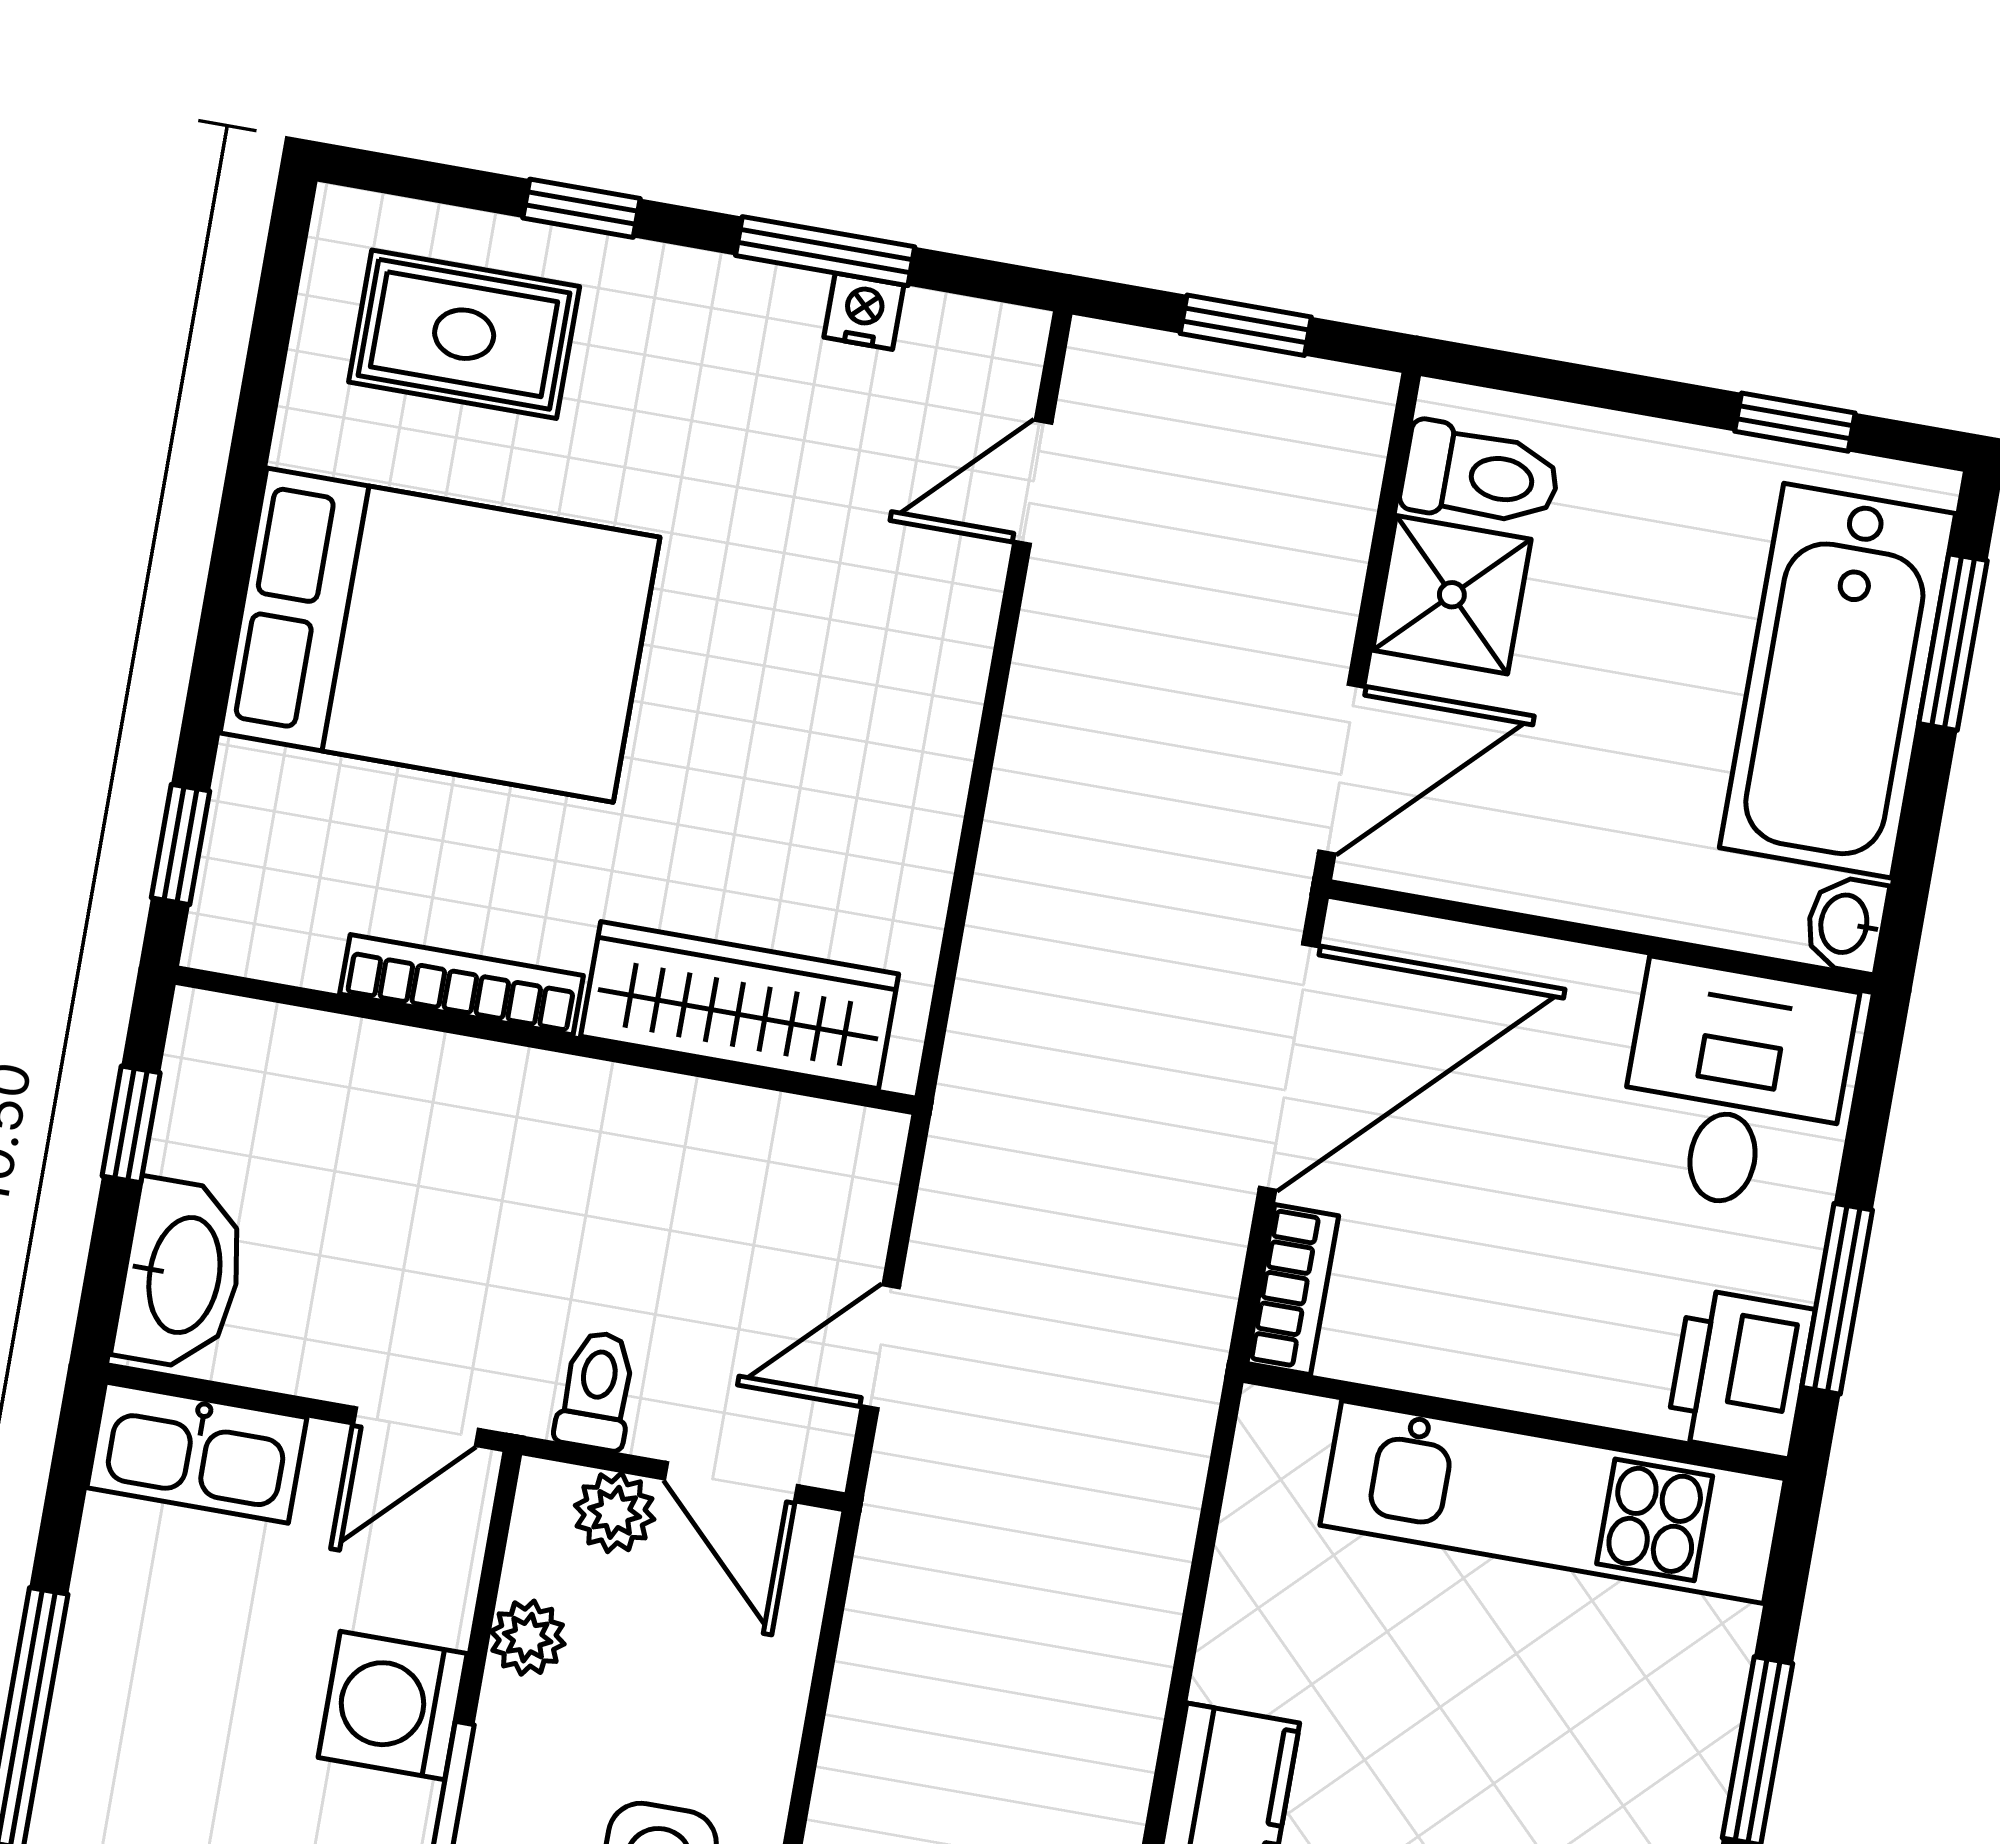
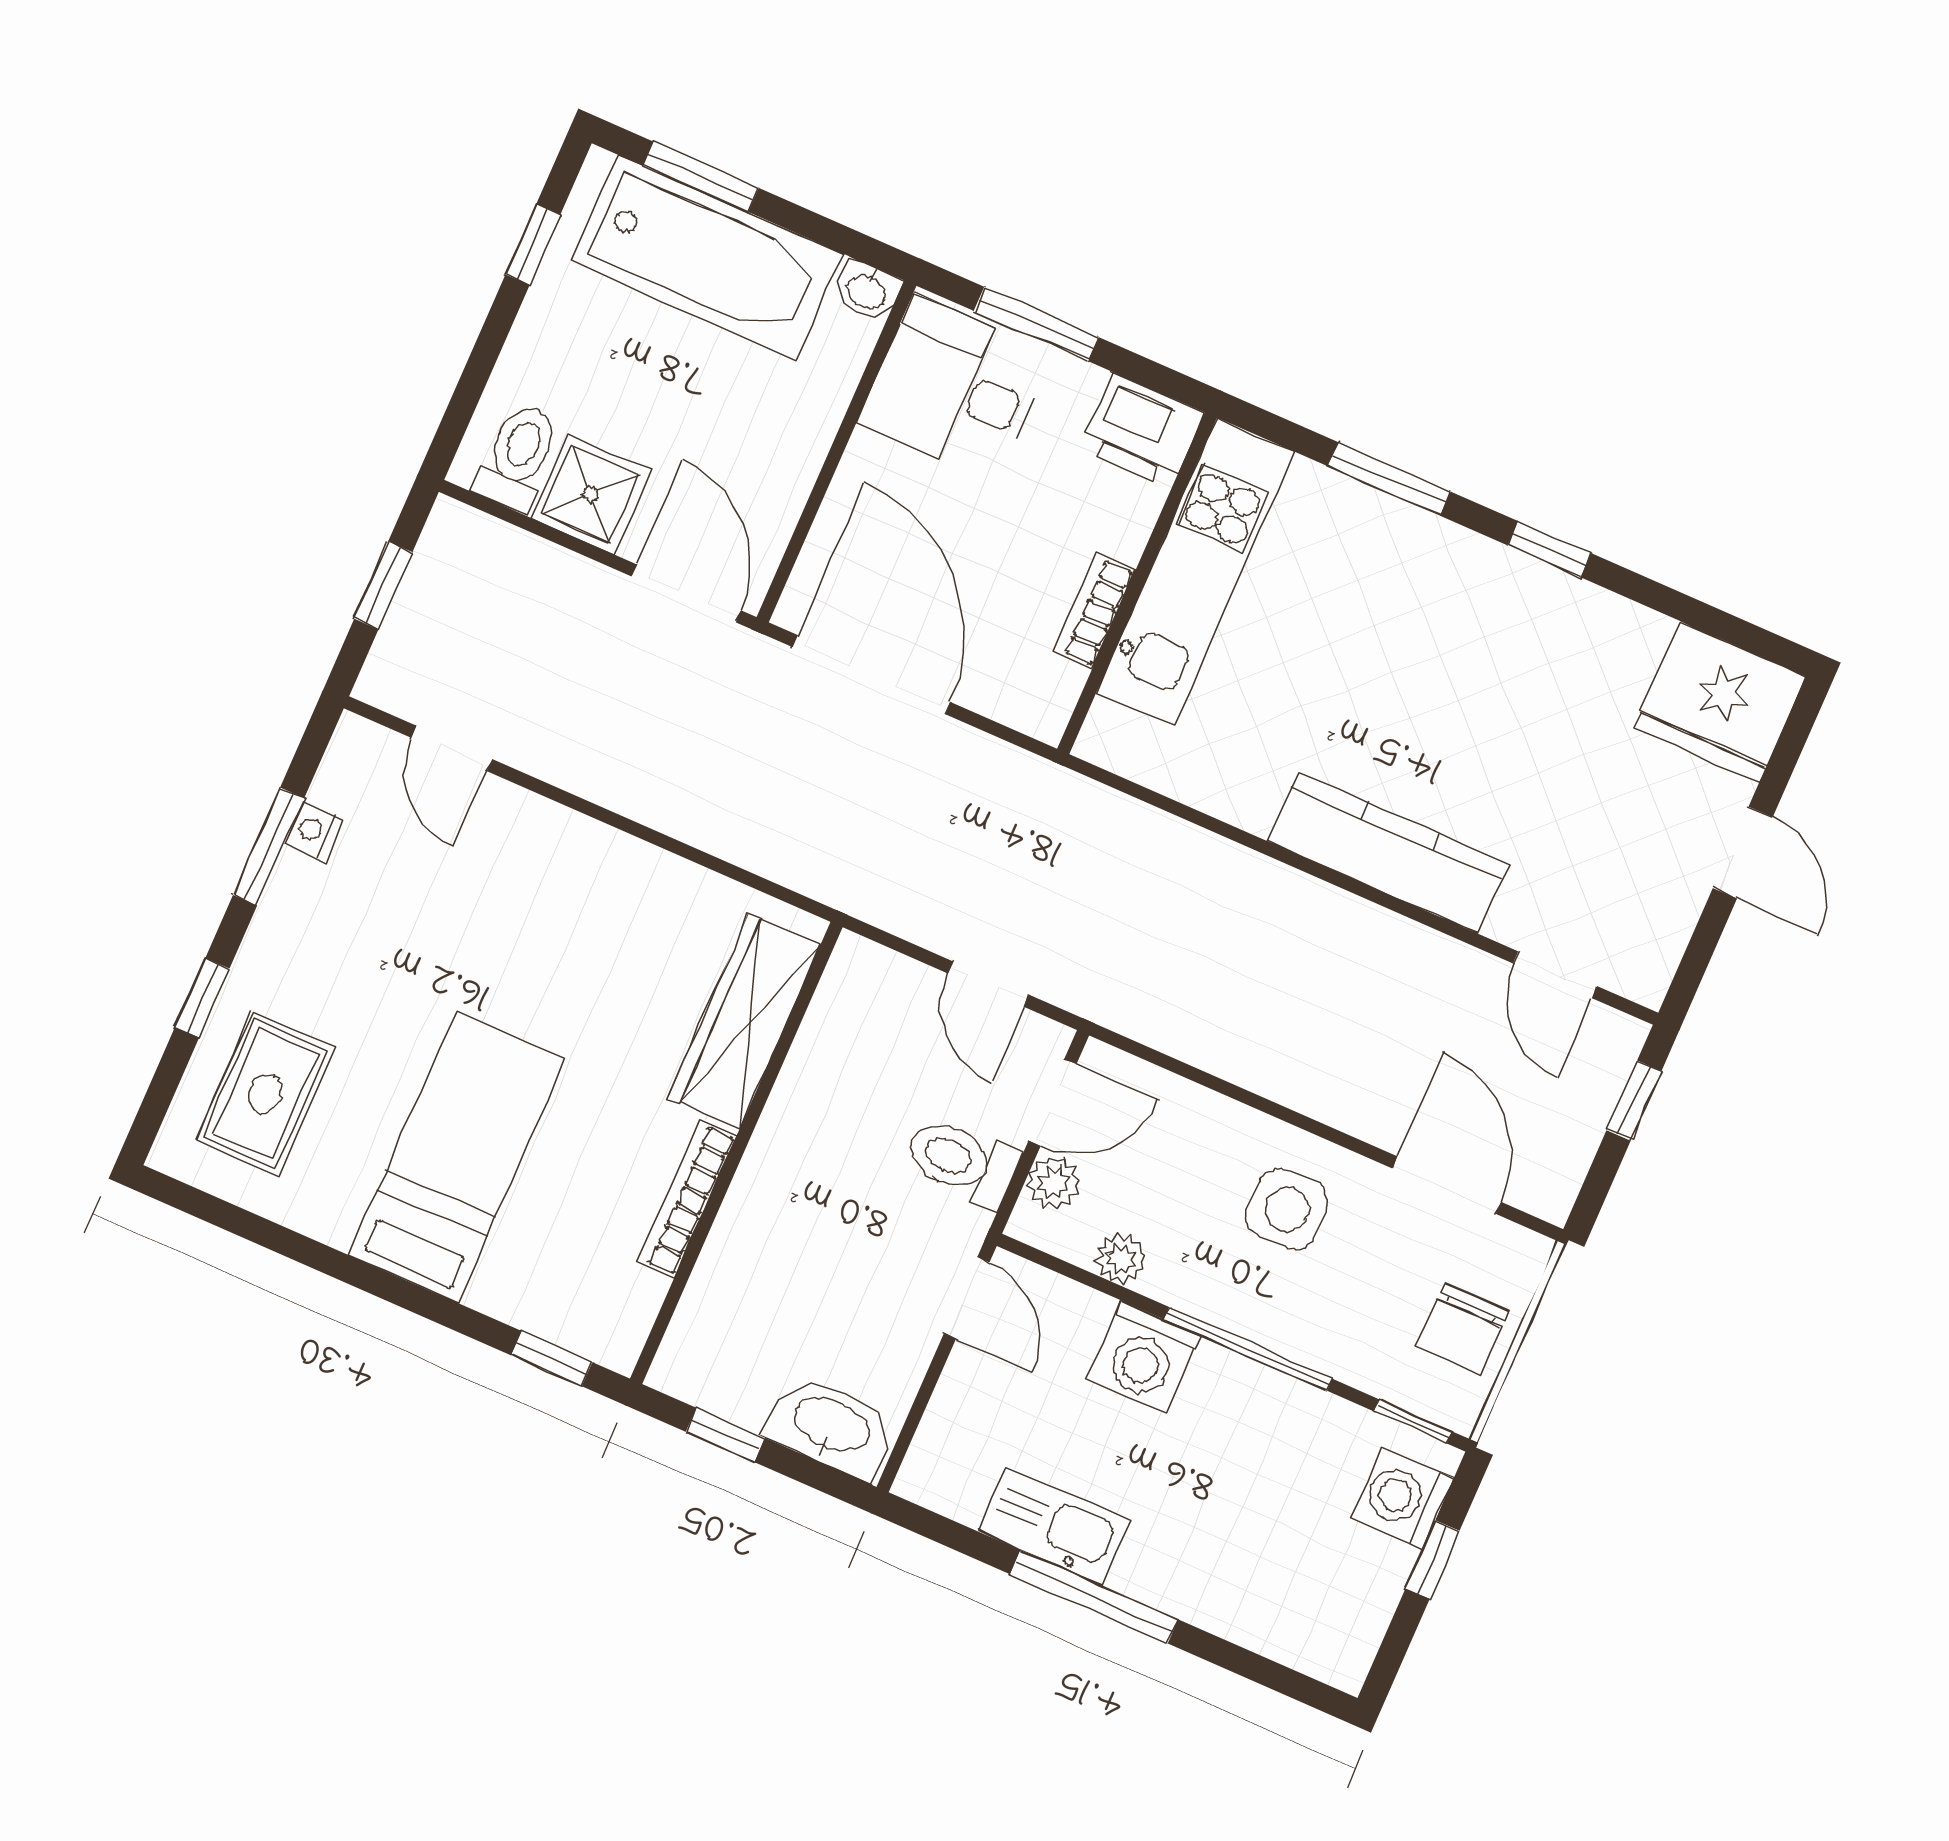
bed: (440, 635) -> (457, 1157), width x0.67
bookcase: (1293, 1290) -> (1094, 611), moved, turned -90
window: (1837, 1299) -> (1036, 324), moved
toilet: (597, 1390) -> (962, 1161), width x1.37, depth x1.39
kitchen sink: (197, 1453) -> (1054, 1526), moved, turned -90

